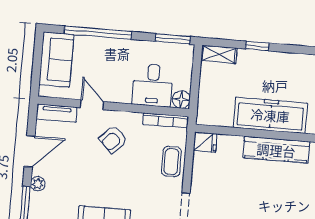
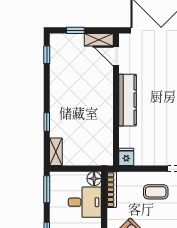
freezer: (270, 115) -> (101, 107), removed
coffee table: (171, 162) -> (156, 192), moved

